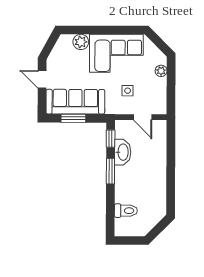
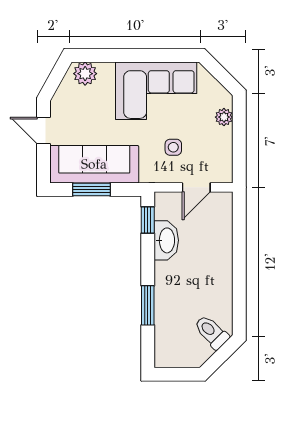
plant: (81, 42) -> (85, 74), moved
door: (143, 117) -> (196, 187), hinge flipped
window: (110, 171) -> (148, 305), moved
toilet: (126, 211) -> (211, 332), moved, turned -135

